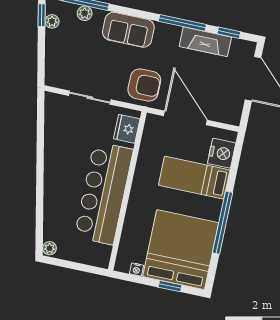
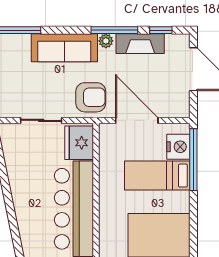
plant: (85, 13) -> (106, 41), moved
sofa: (128, 30) -> (64, 48), width x1.36
fridge: (127, 129) -> (79, 143), width x1.36, depth x1.34
window: (222, 223) -> (193, 160), moved

